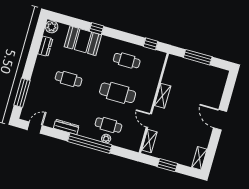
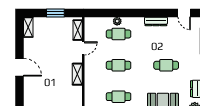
cafe table: (118, 93) -> (119, 65), width x0.73, depth x0.74
door: (149, 120) -> (83, 48), hinge flipped
door: (35, 128) -> (184, 13), hinge flipped
window: (90, 143) -> (131, 13), removed

